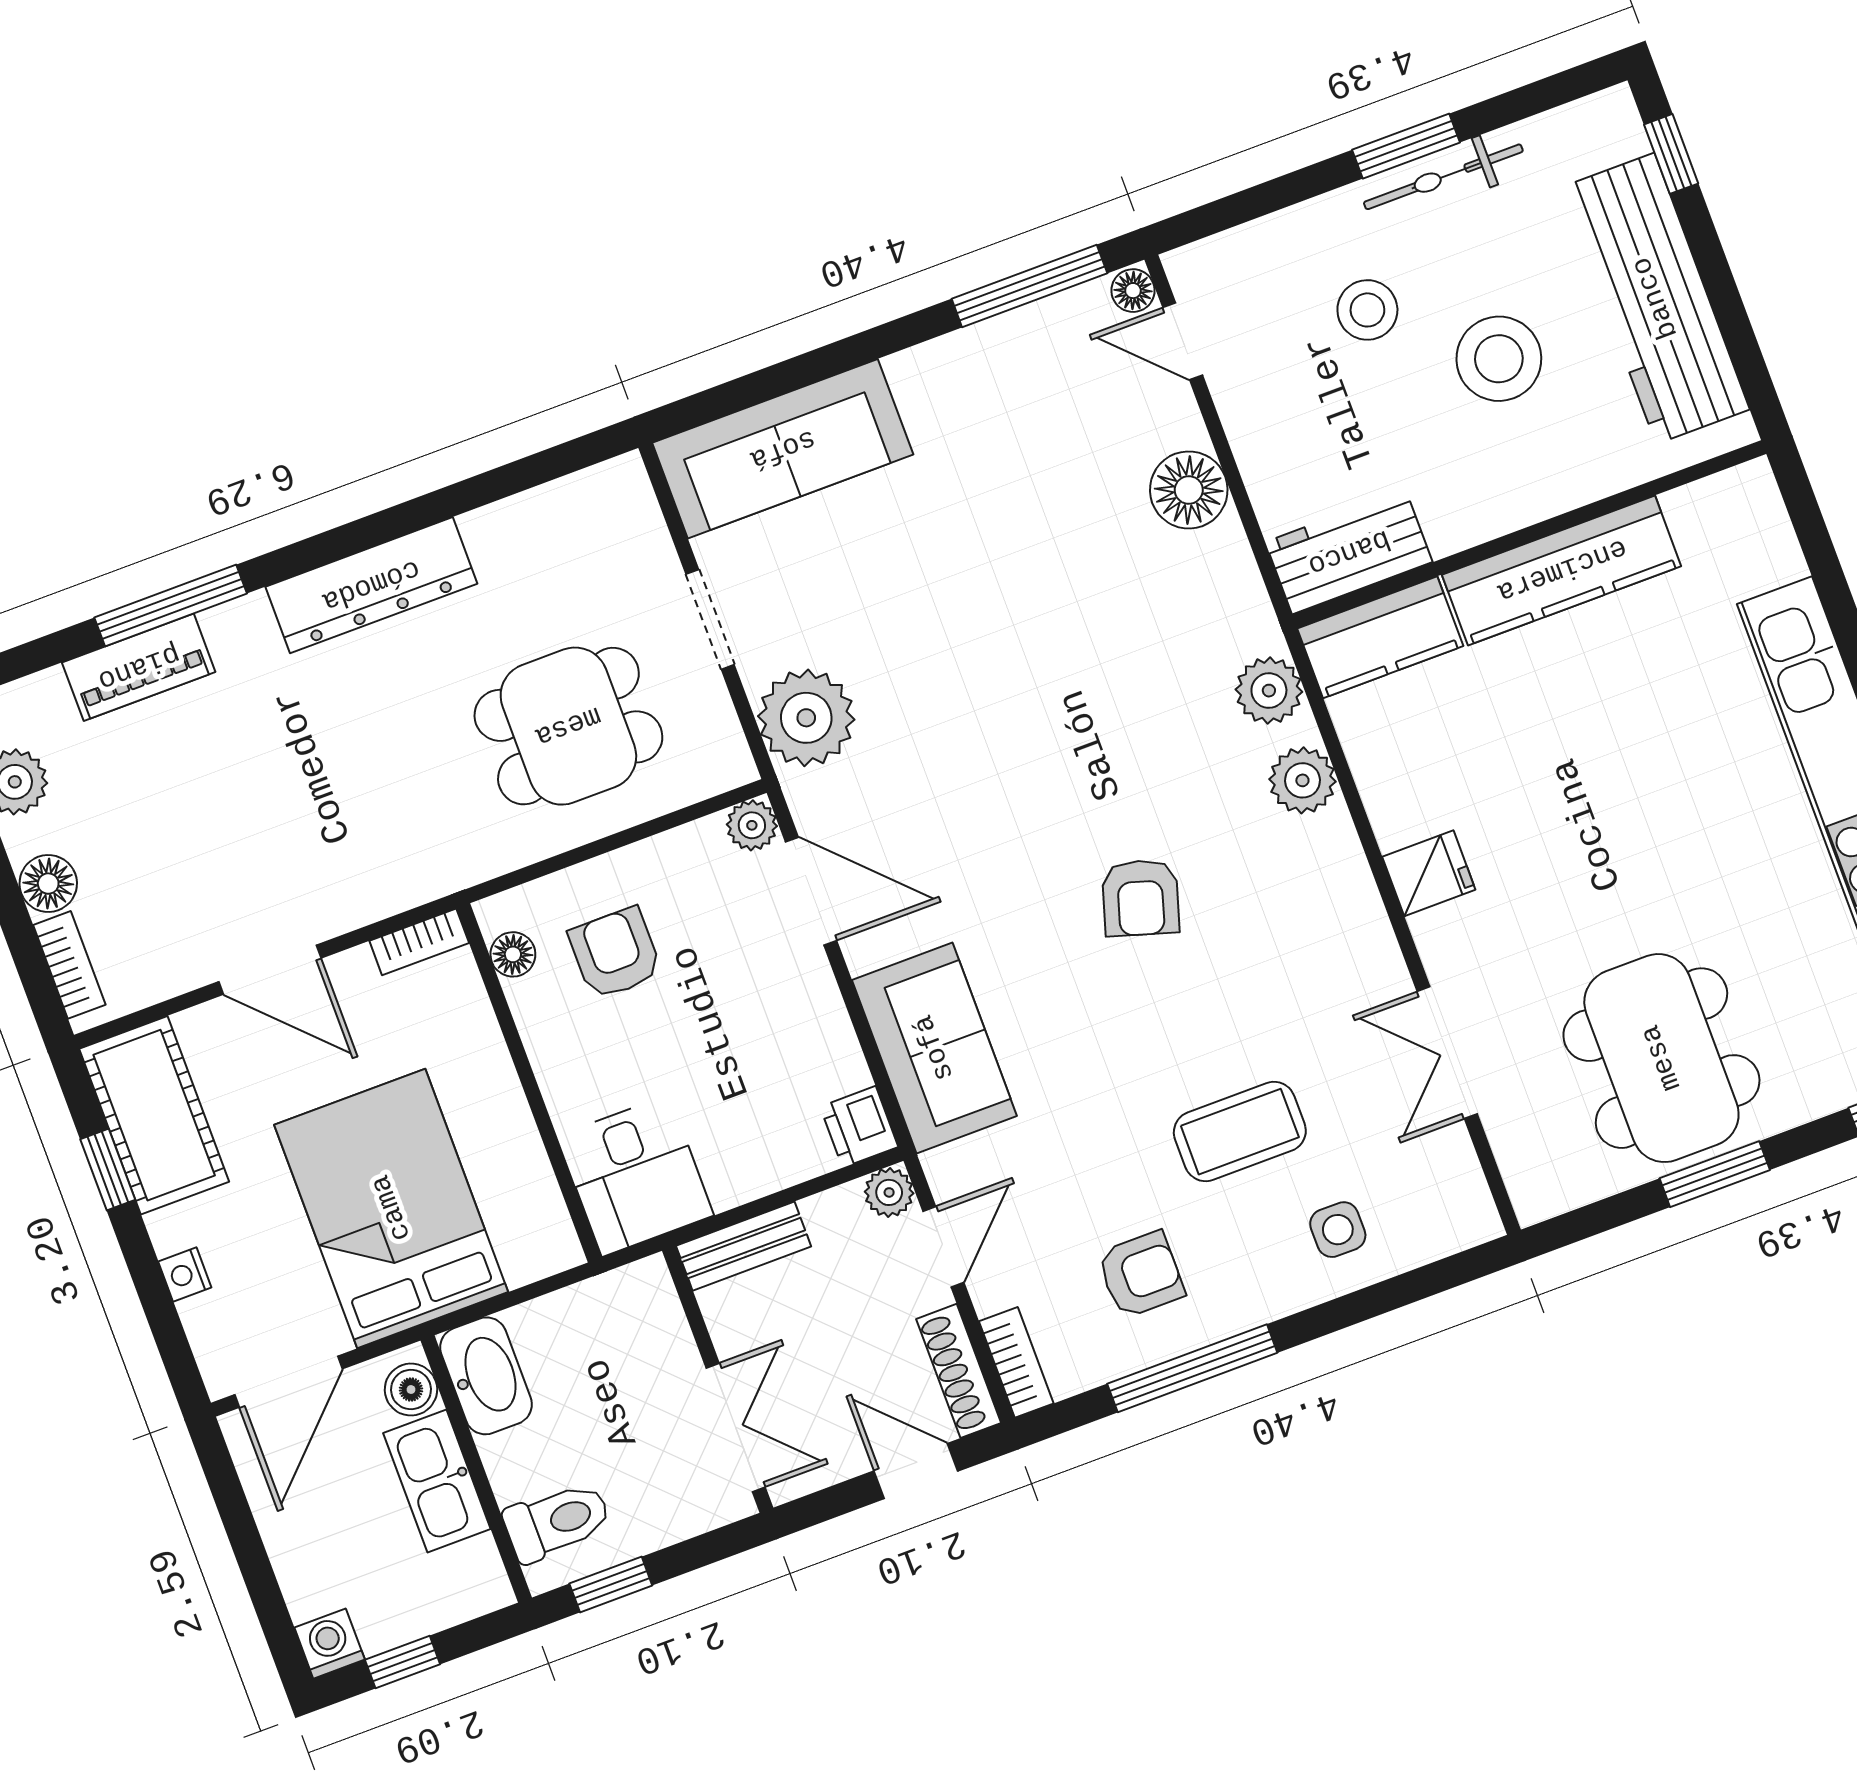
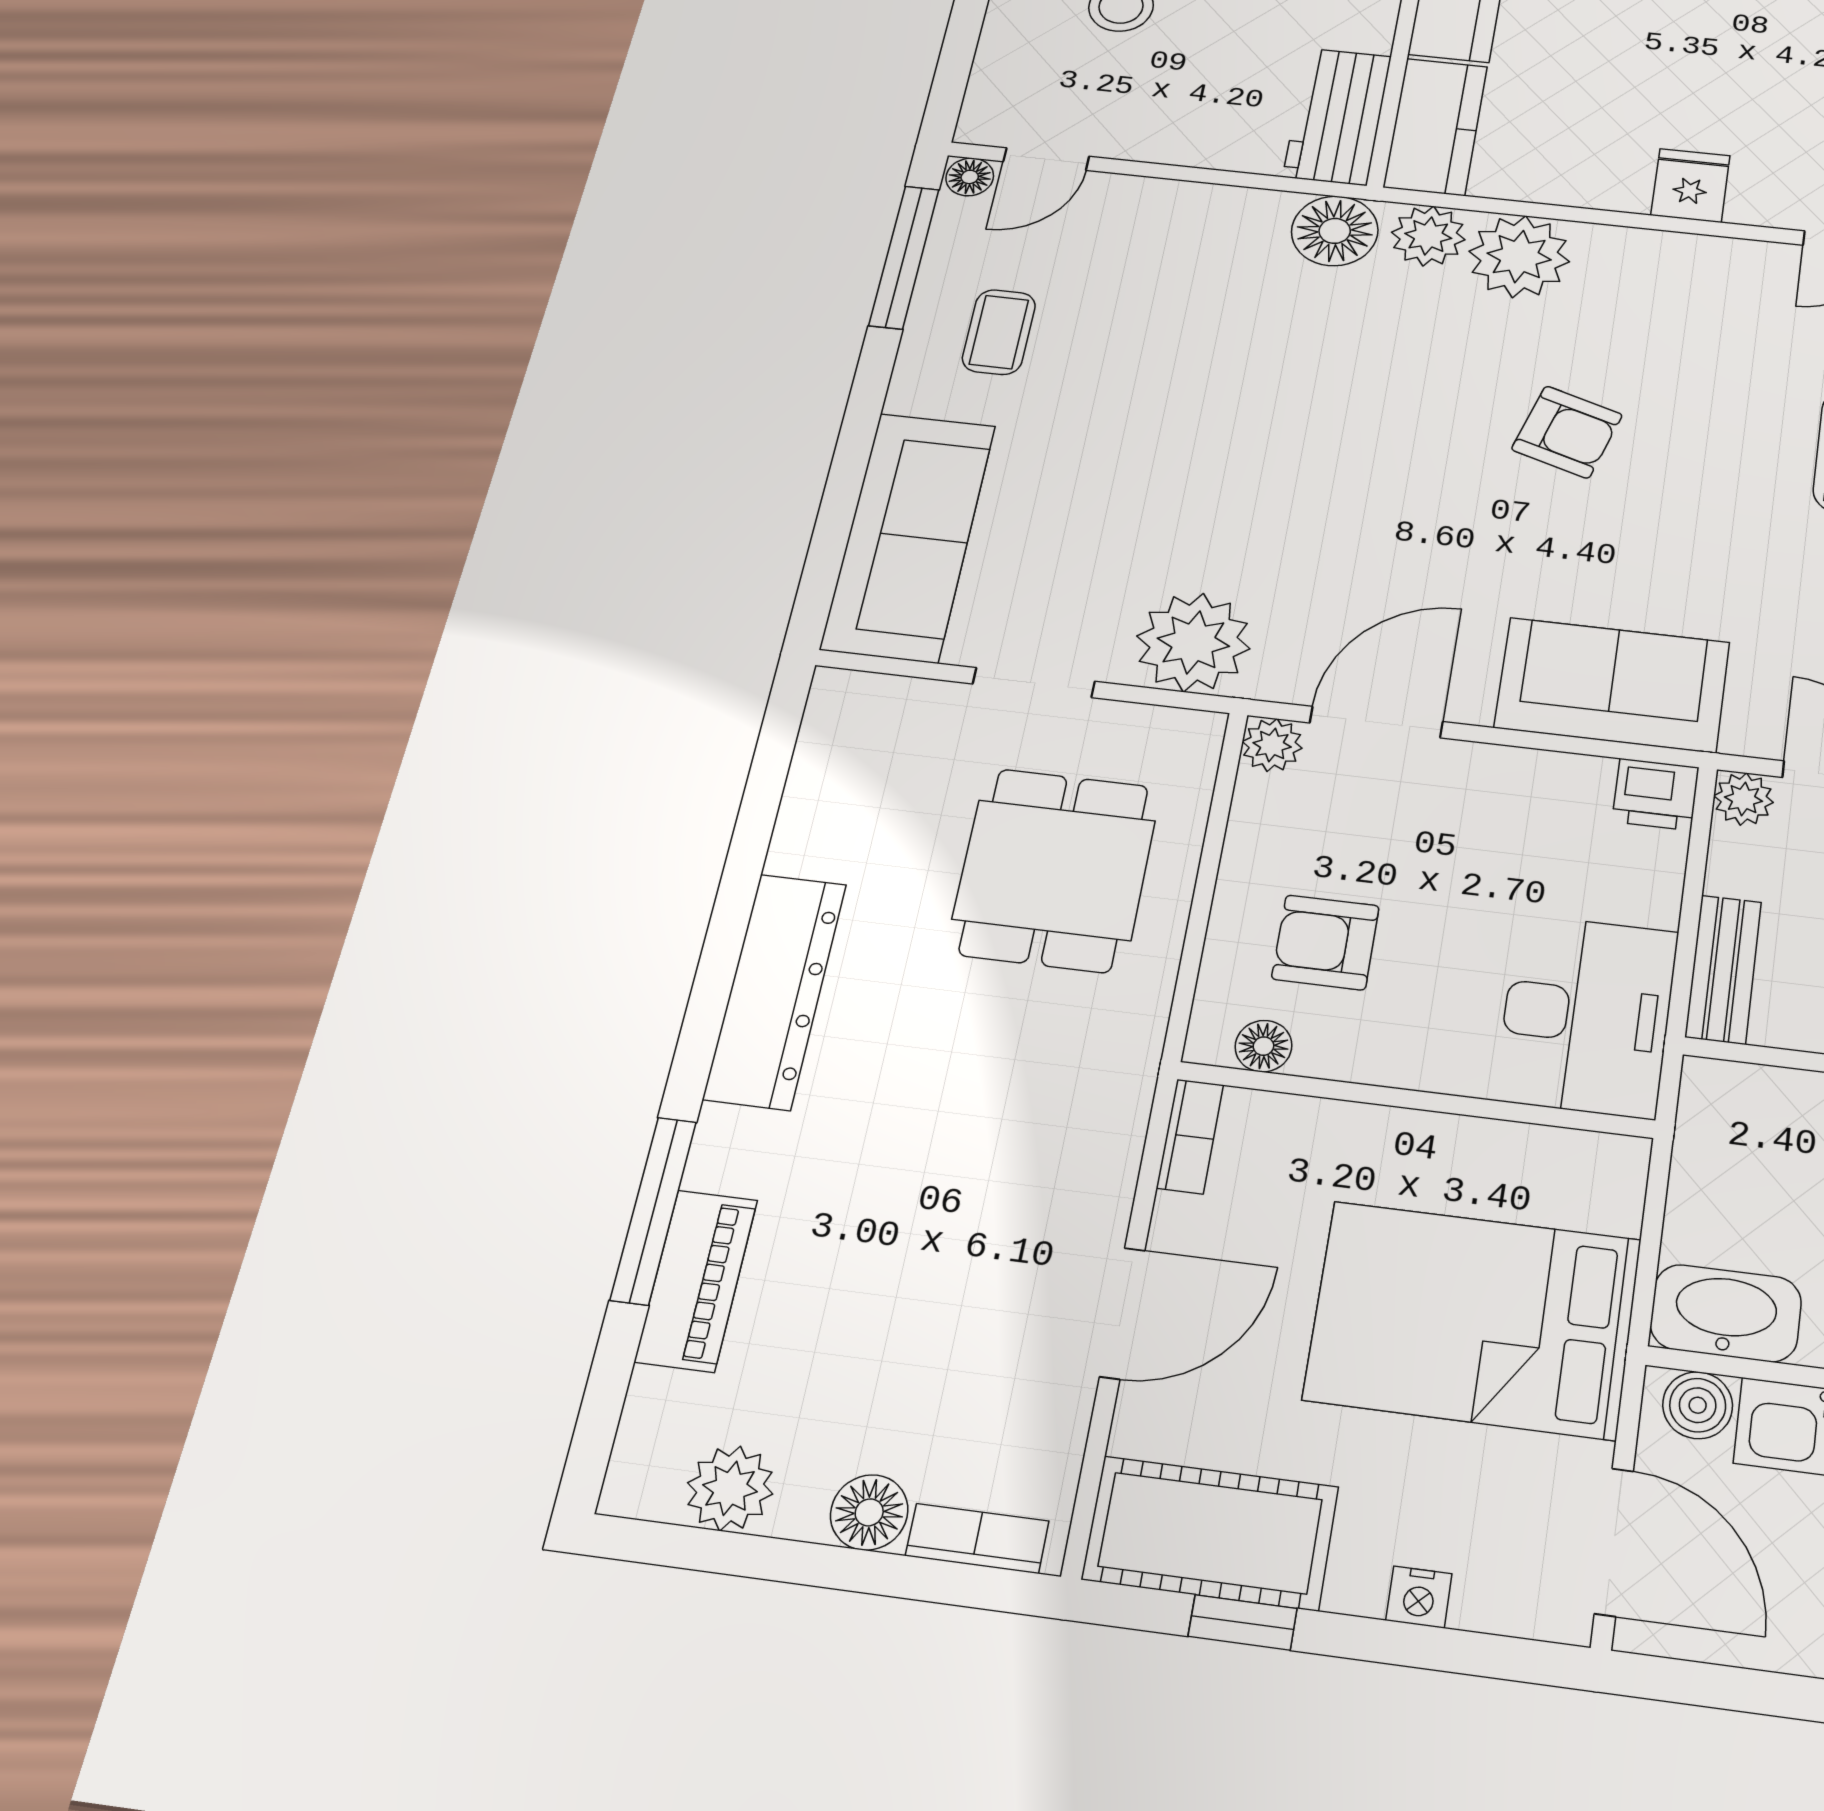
coffee table: (1000, 405) -> (999, 332), added
floor lamp: (1189, 490) -> (1335, 231), moved
plant: (1302, 780) -> (1519, 256), width x1.36, depth x1.36
desk: (635, 1176) -> (1586, 1015), width x1.37

